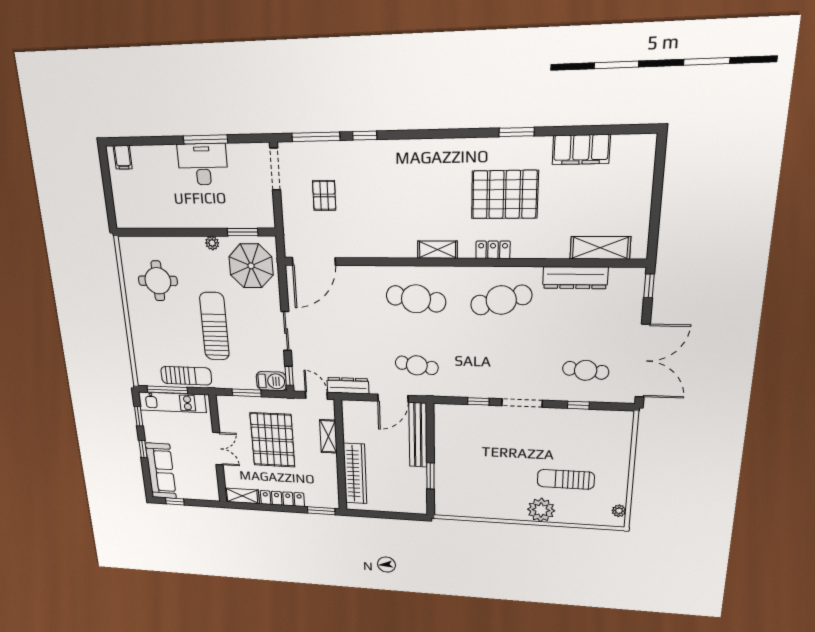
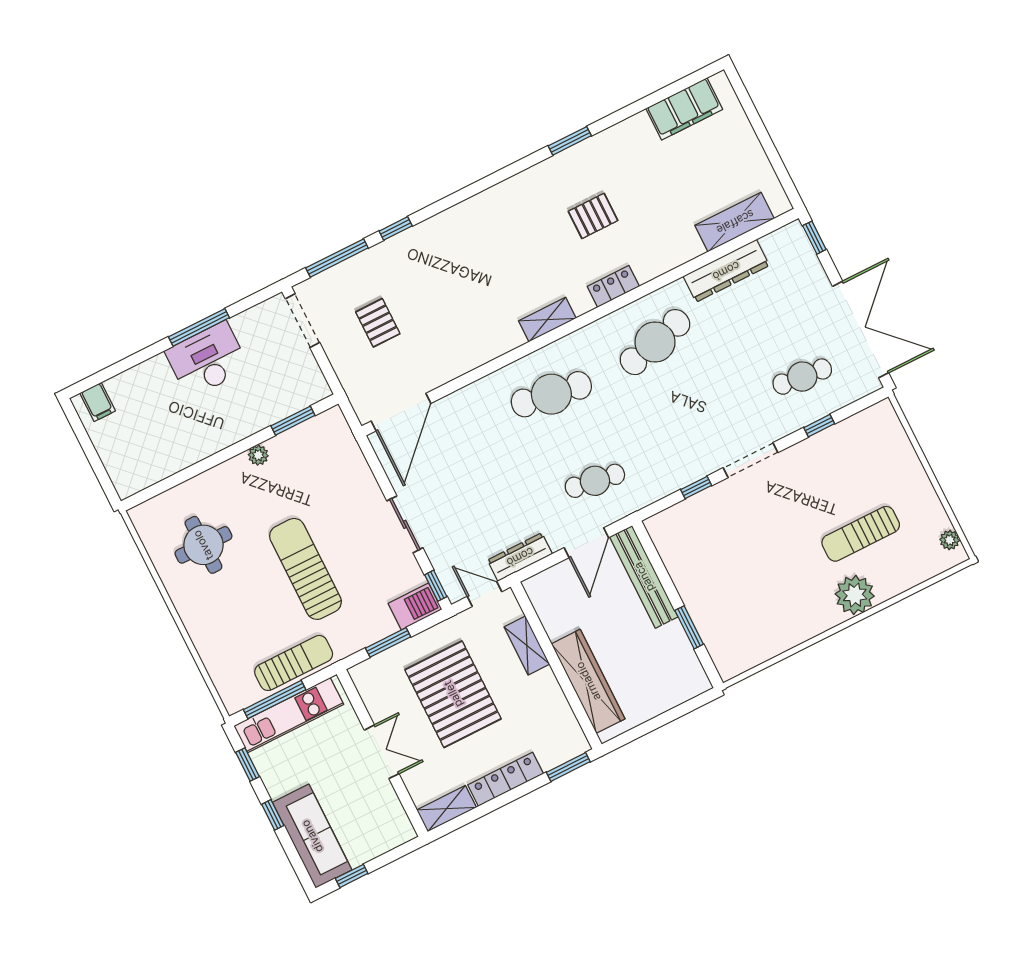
filing cabinet: (581, 149) -> (684, 109), moved
pallet: (505, 195) -> (593, 216), width x0.49, depth x0.50
parasol: (251, 266) -> (322, 460), removed

